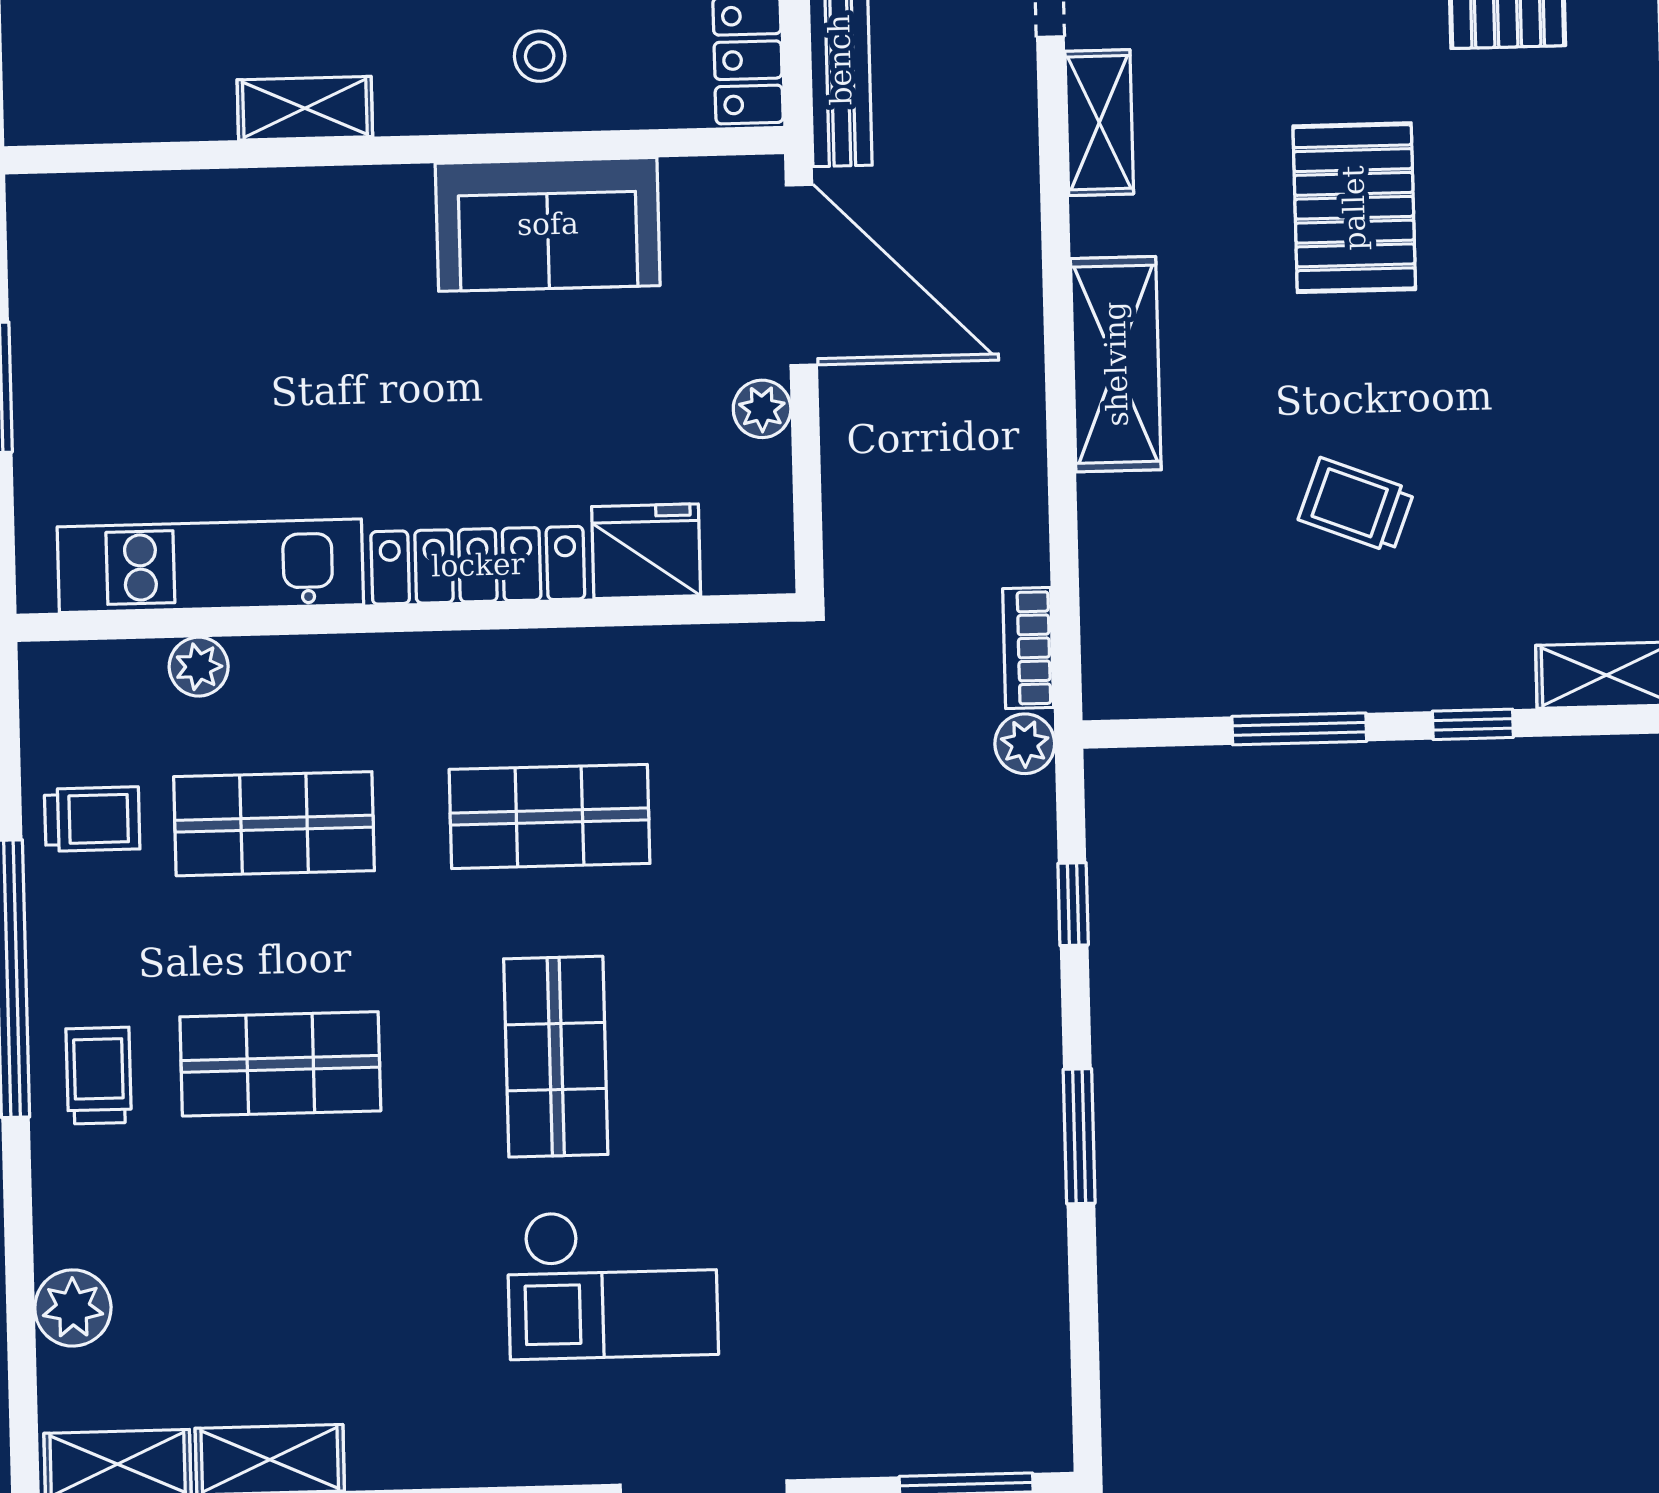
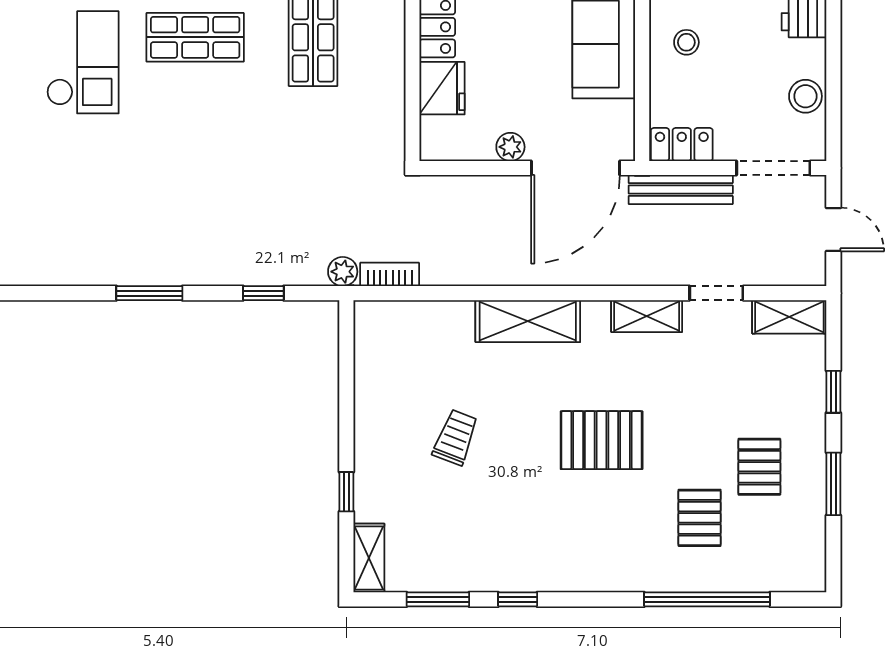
window: (1299, 729) -> (346, 406), removed
checkout: (613, 1284) -> (83, 62), turned 180

